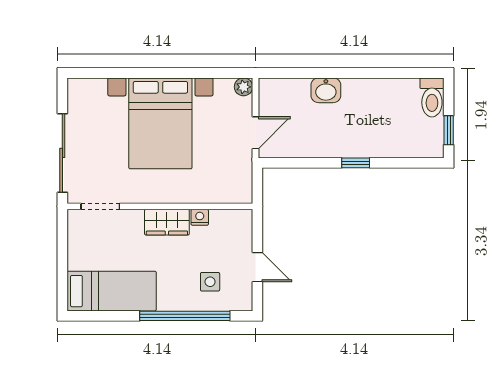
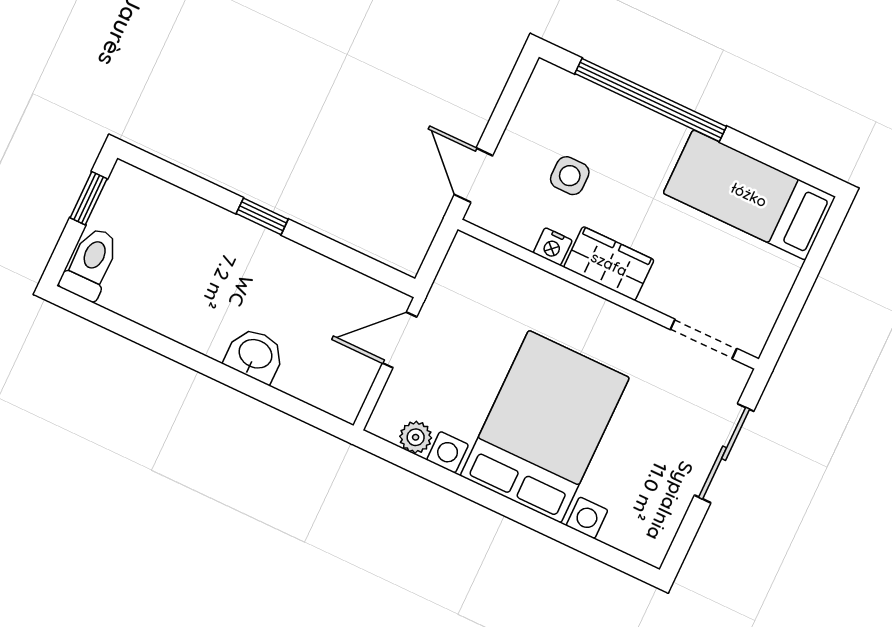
plant: (244, 87) -> (416, 437), moved
sliding door: (62, 153) -> (724, 453), width x0.73
door: (257, 267) -> (473, 175), moved
side table: (210, 282) -> (570, 176), moved

